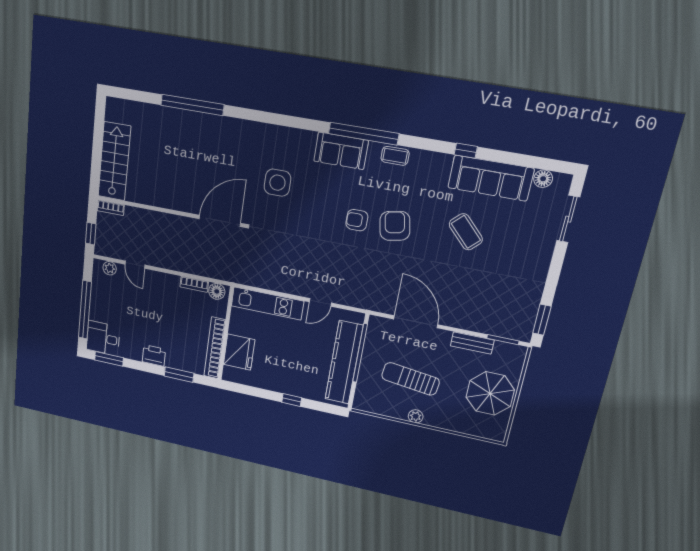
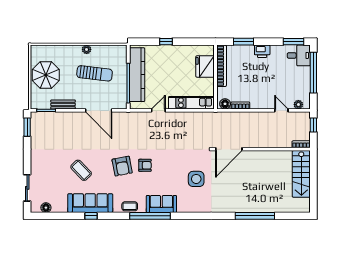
sofa: (491, 178) -> (90, 203), moved

